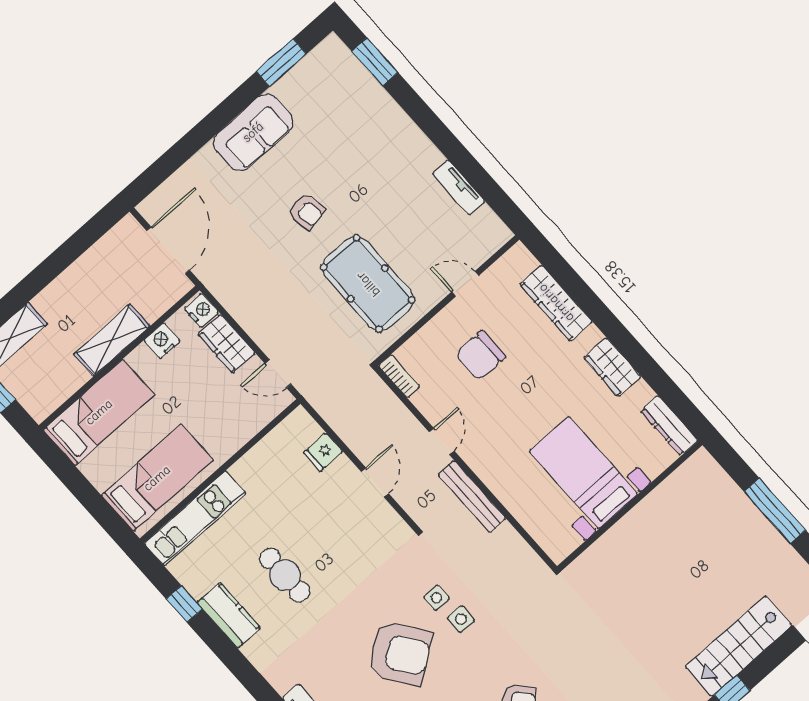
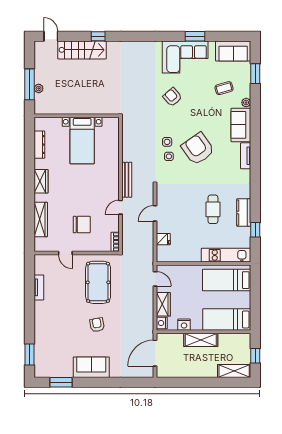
bed with nightstands: (584, 473) -> (82, 141), moved
wall: (630, 506) -> (77, 116), moved
plant: (754, 518) -> (39, 88), added

